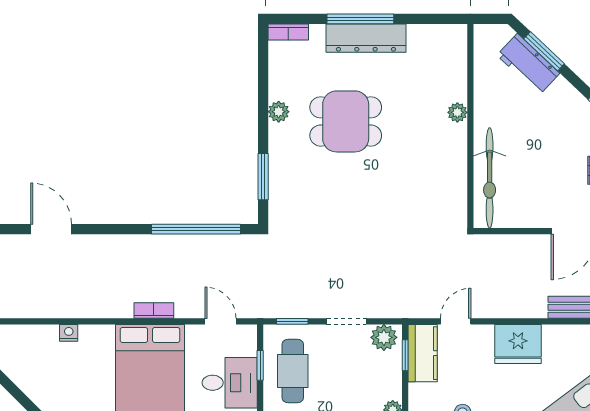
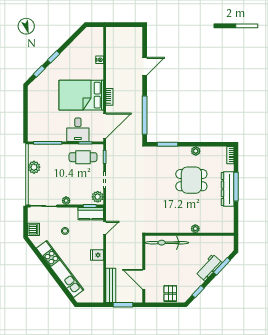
workbench: (528, 64) -> (209, 267), moved
dining table: (346, 121) -> (191, 180), turned 90
door: (51, 229) -> (145, 66), moved
door: (221, 321) -> (105, 126), width x1.87
door: (456, 321) -> (105, 228), hinge flipped
fridge: (518, 344) -> (97, 255), width x0.53, depth x0.75

